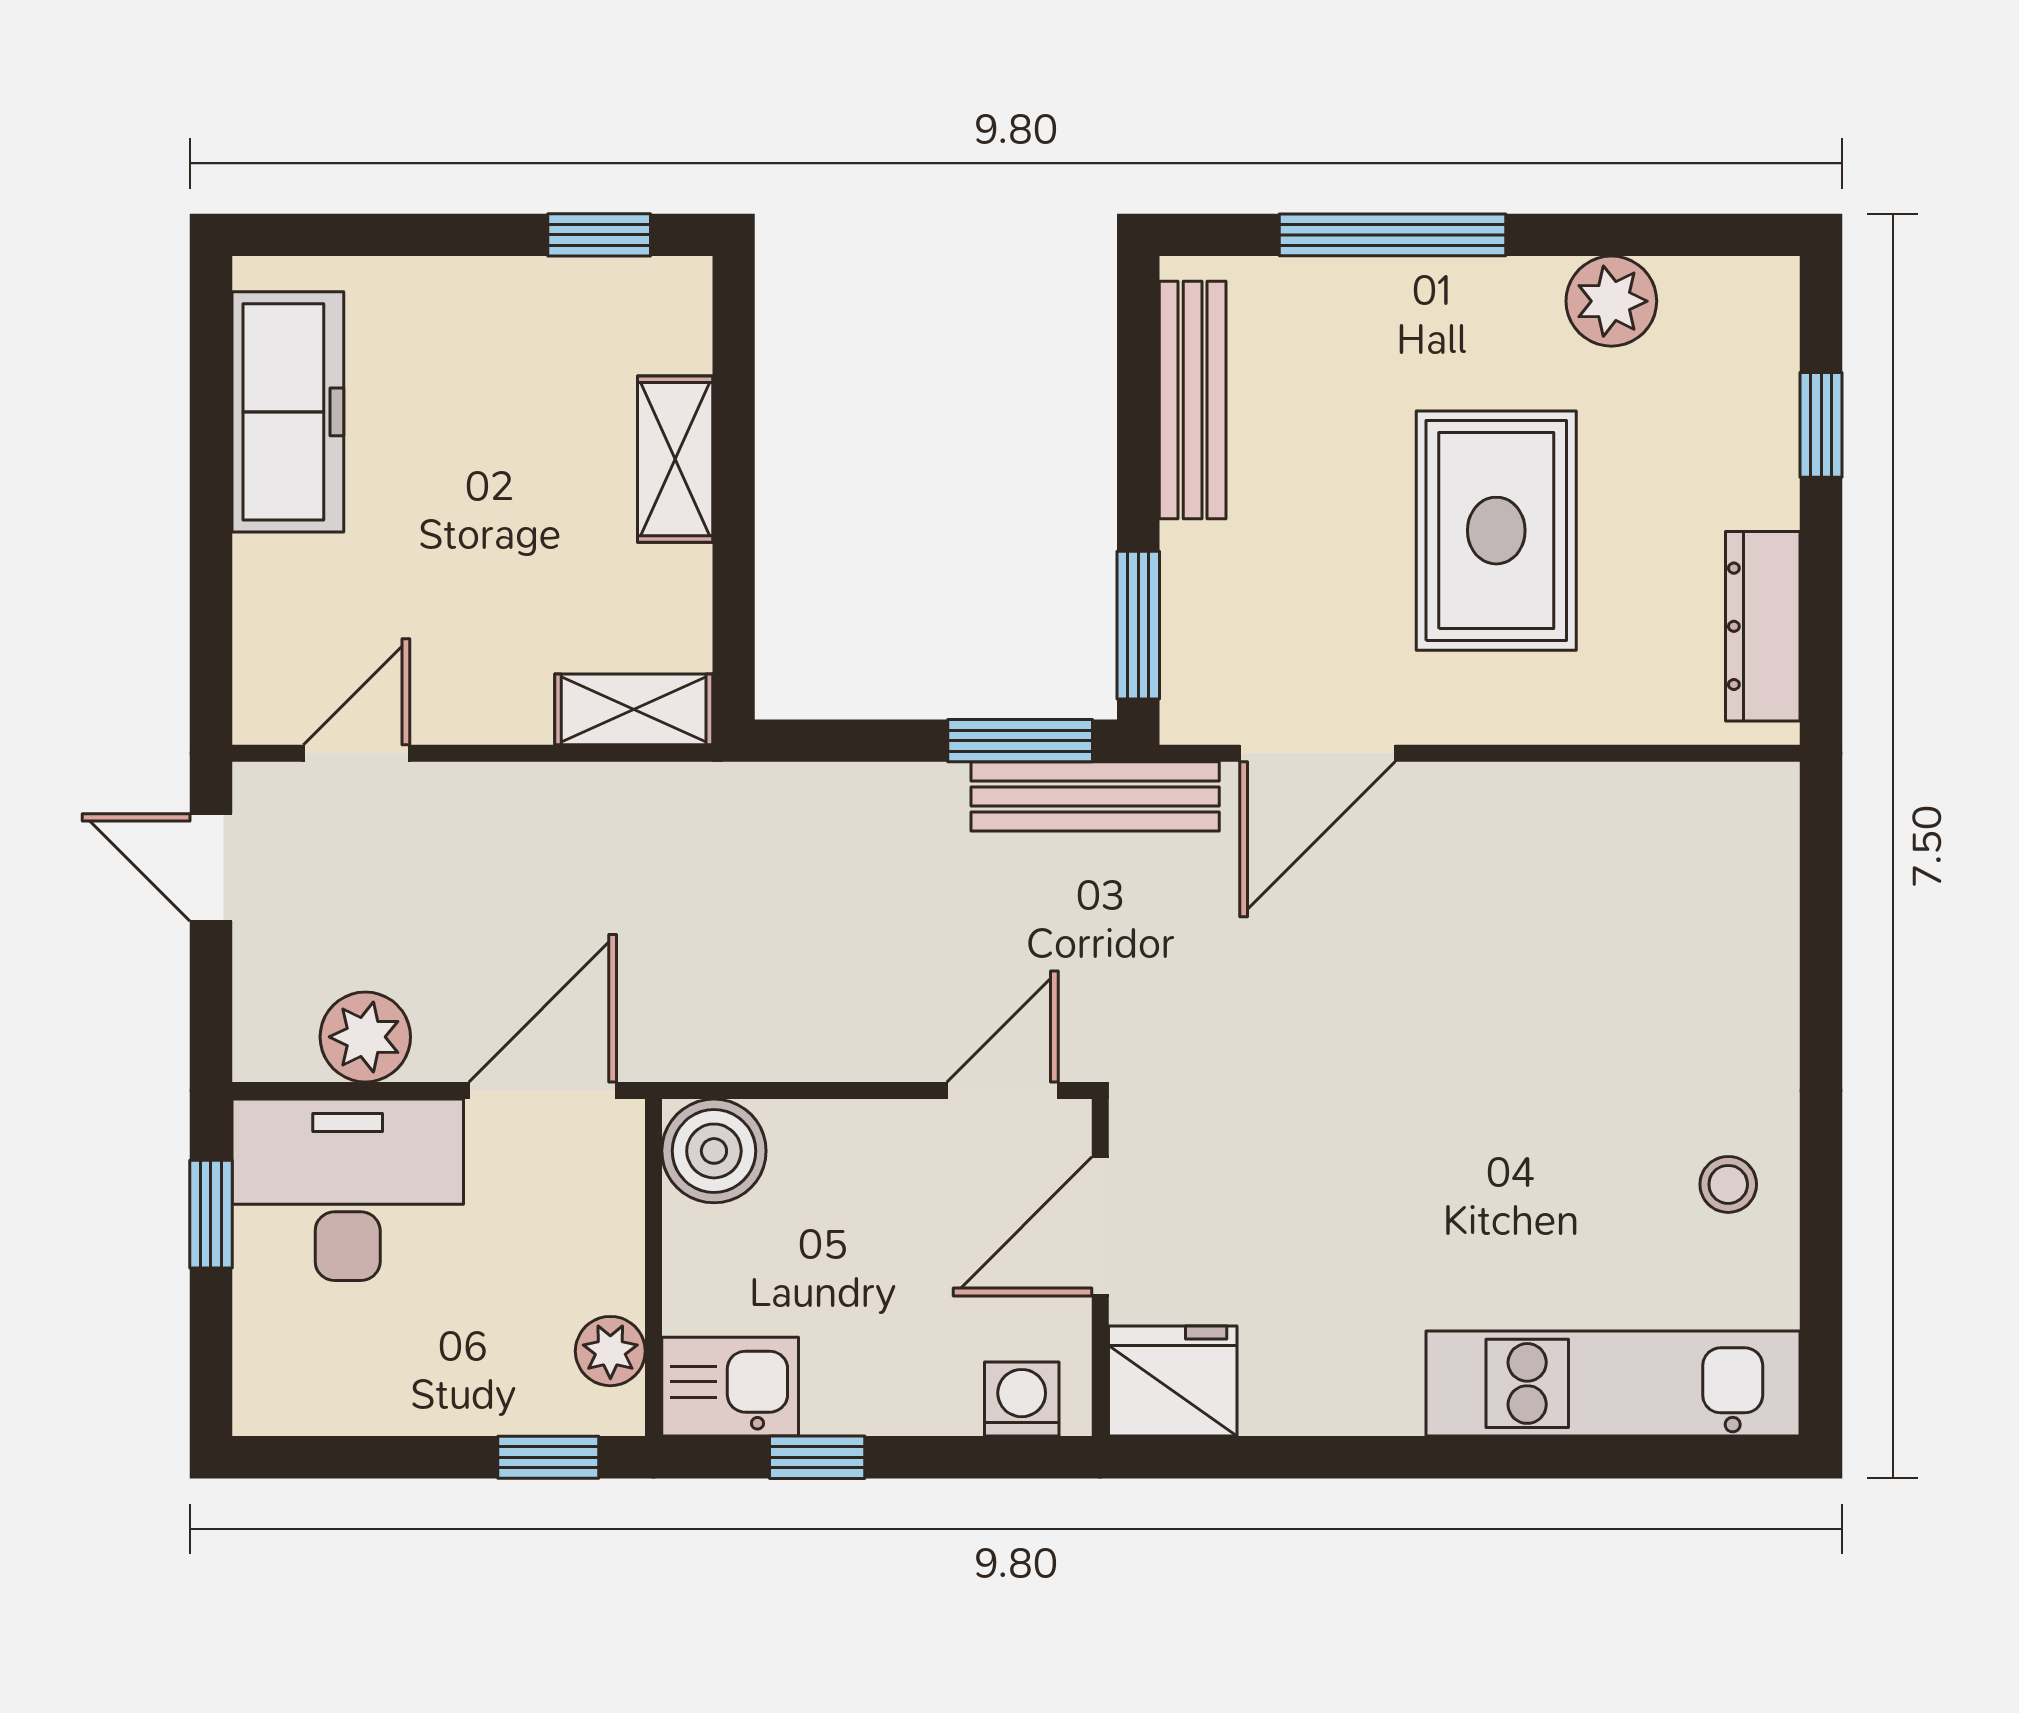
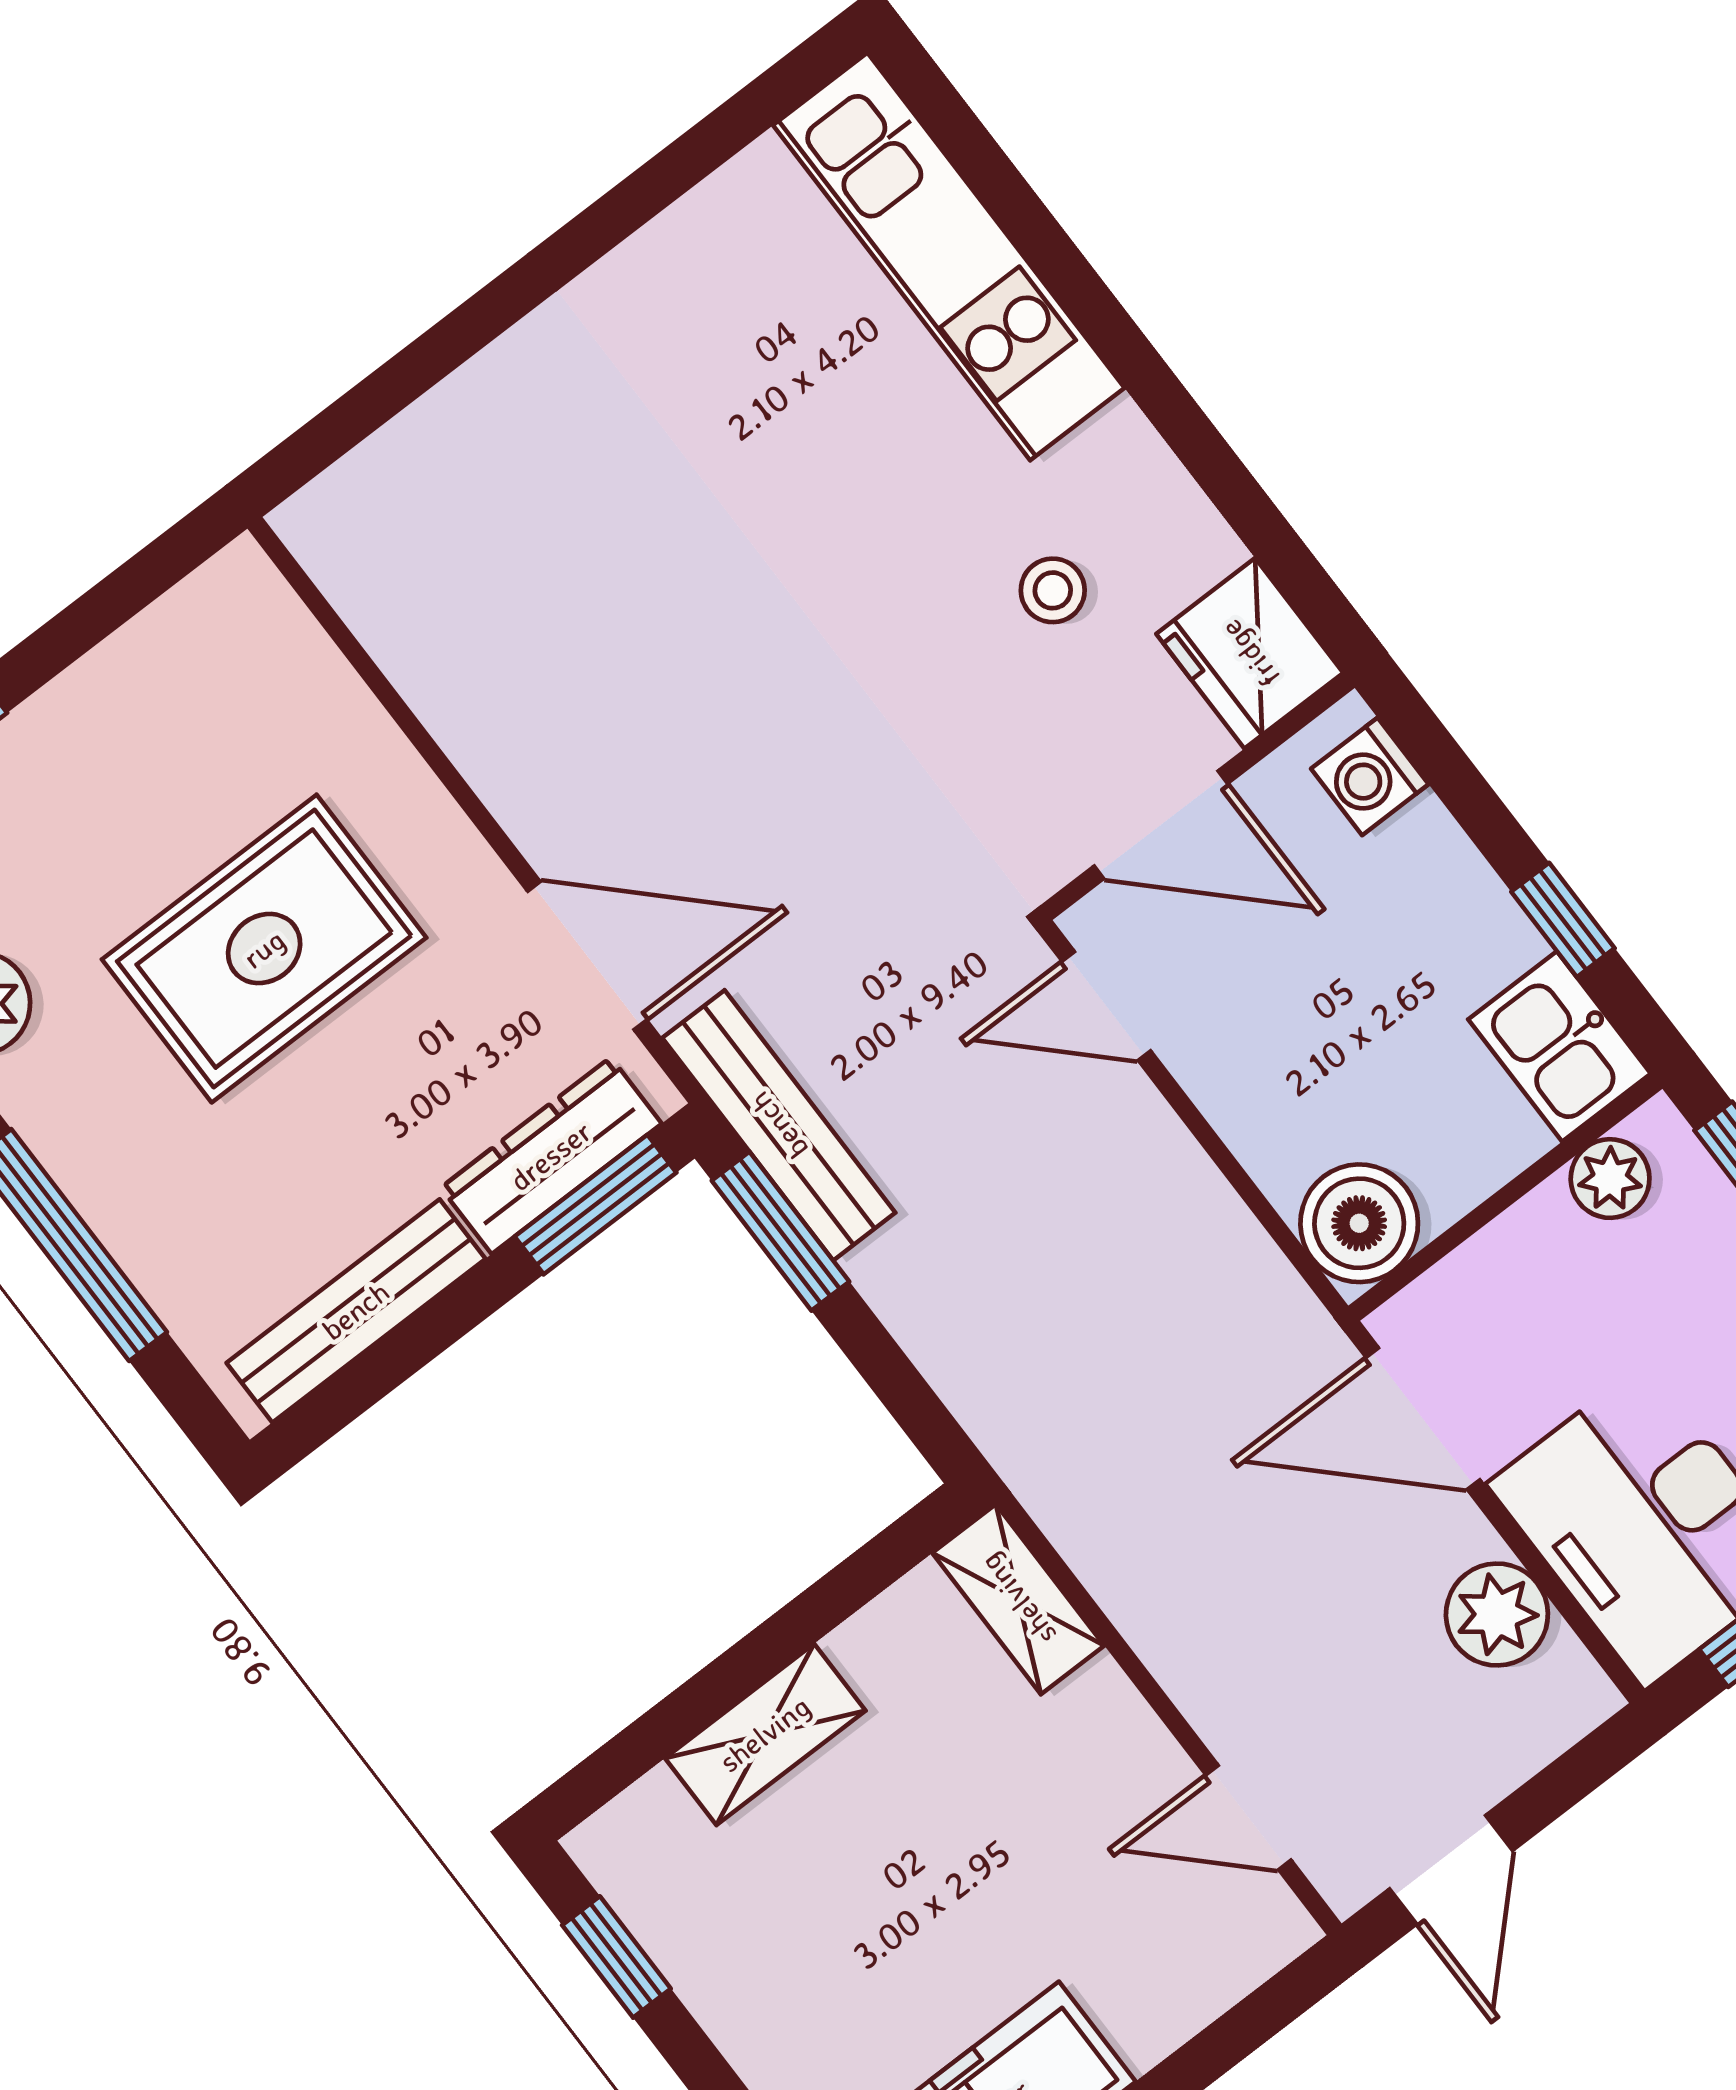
dresser: (1763, 626) -> (551, 1156), moved, turned 180
stool: (1728, 1184) -> (1053, 590), moved

